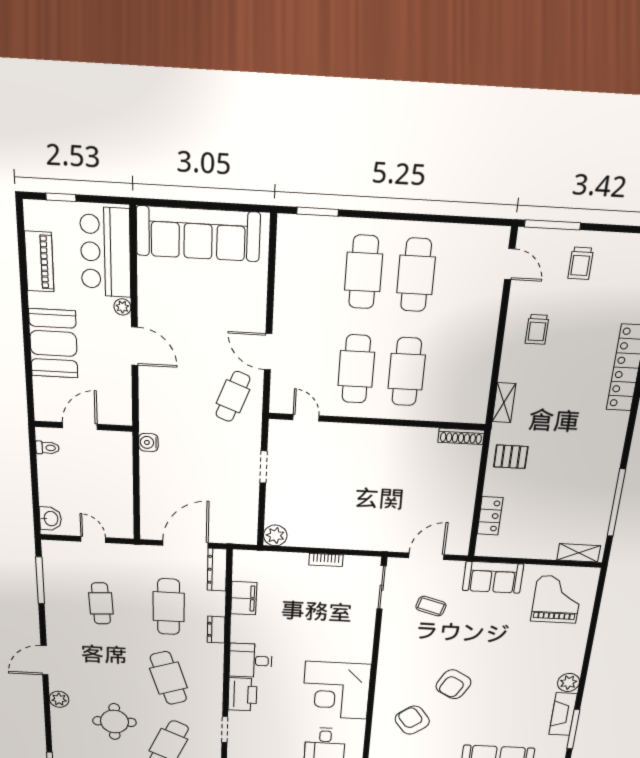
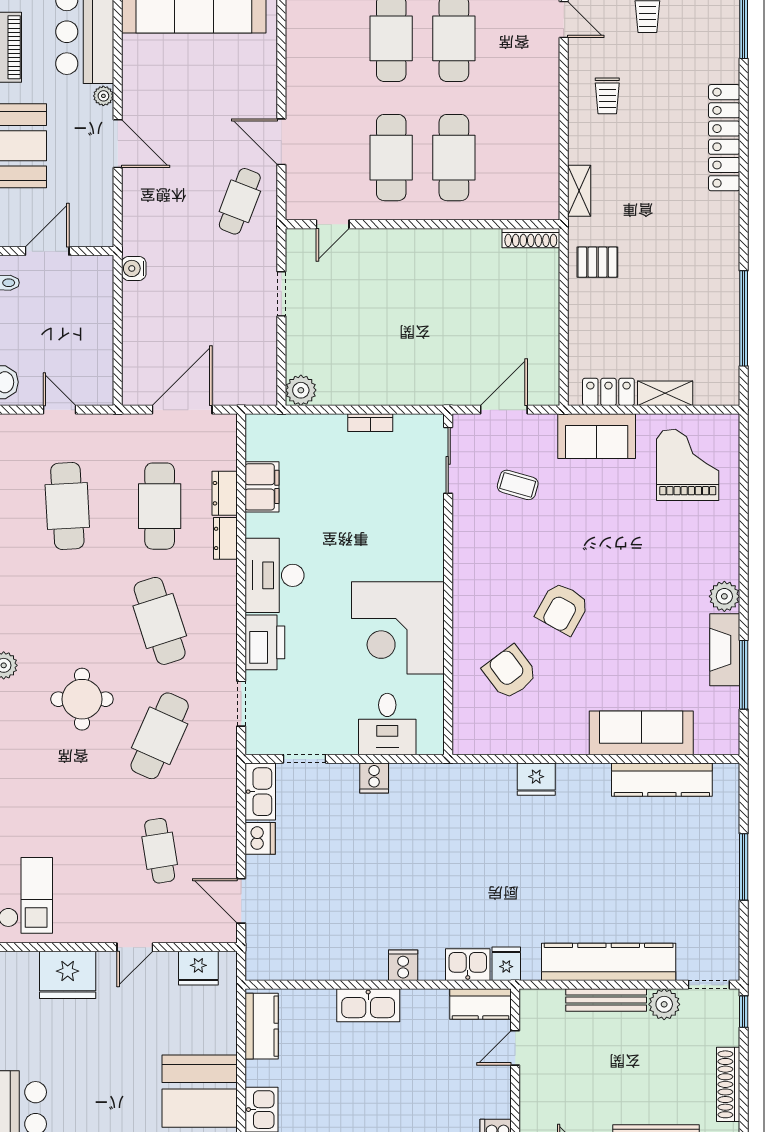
door: (306, 418) -> (333, 224), swing flipped
locker: (490, 516) -> (608, 392), moved, turned -90
shelving: (579, 553) -> (665, 393), moved
dresser: (217, 570) -> (225, 493), moved, width x0.70
cafe table: (101, 603) -> (67, 506), width x1.37, depth x1.35
desk: (251, 661) -> (275, 575), width x1.37

